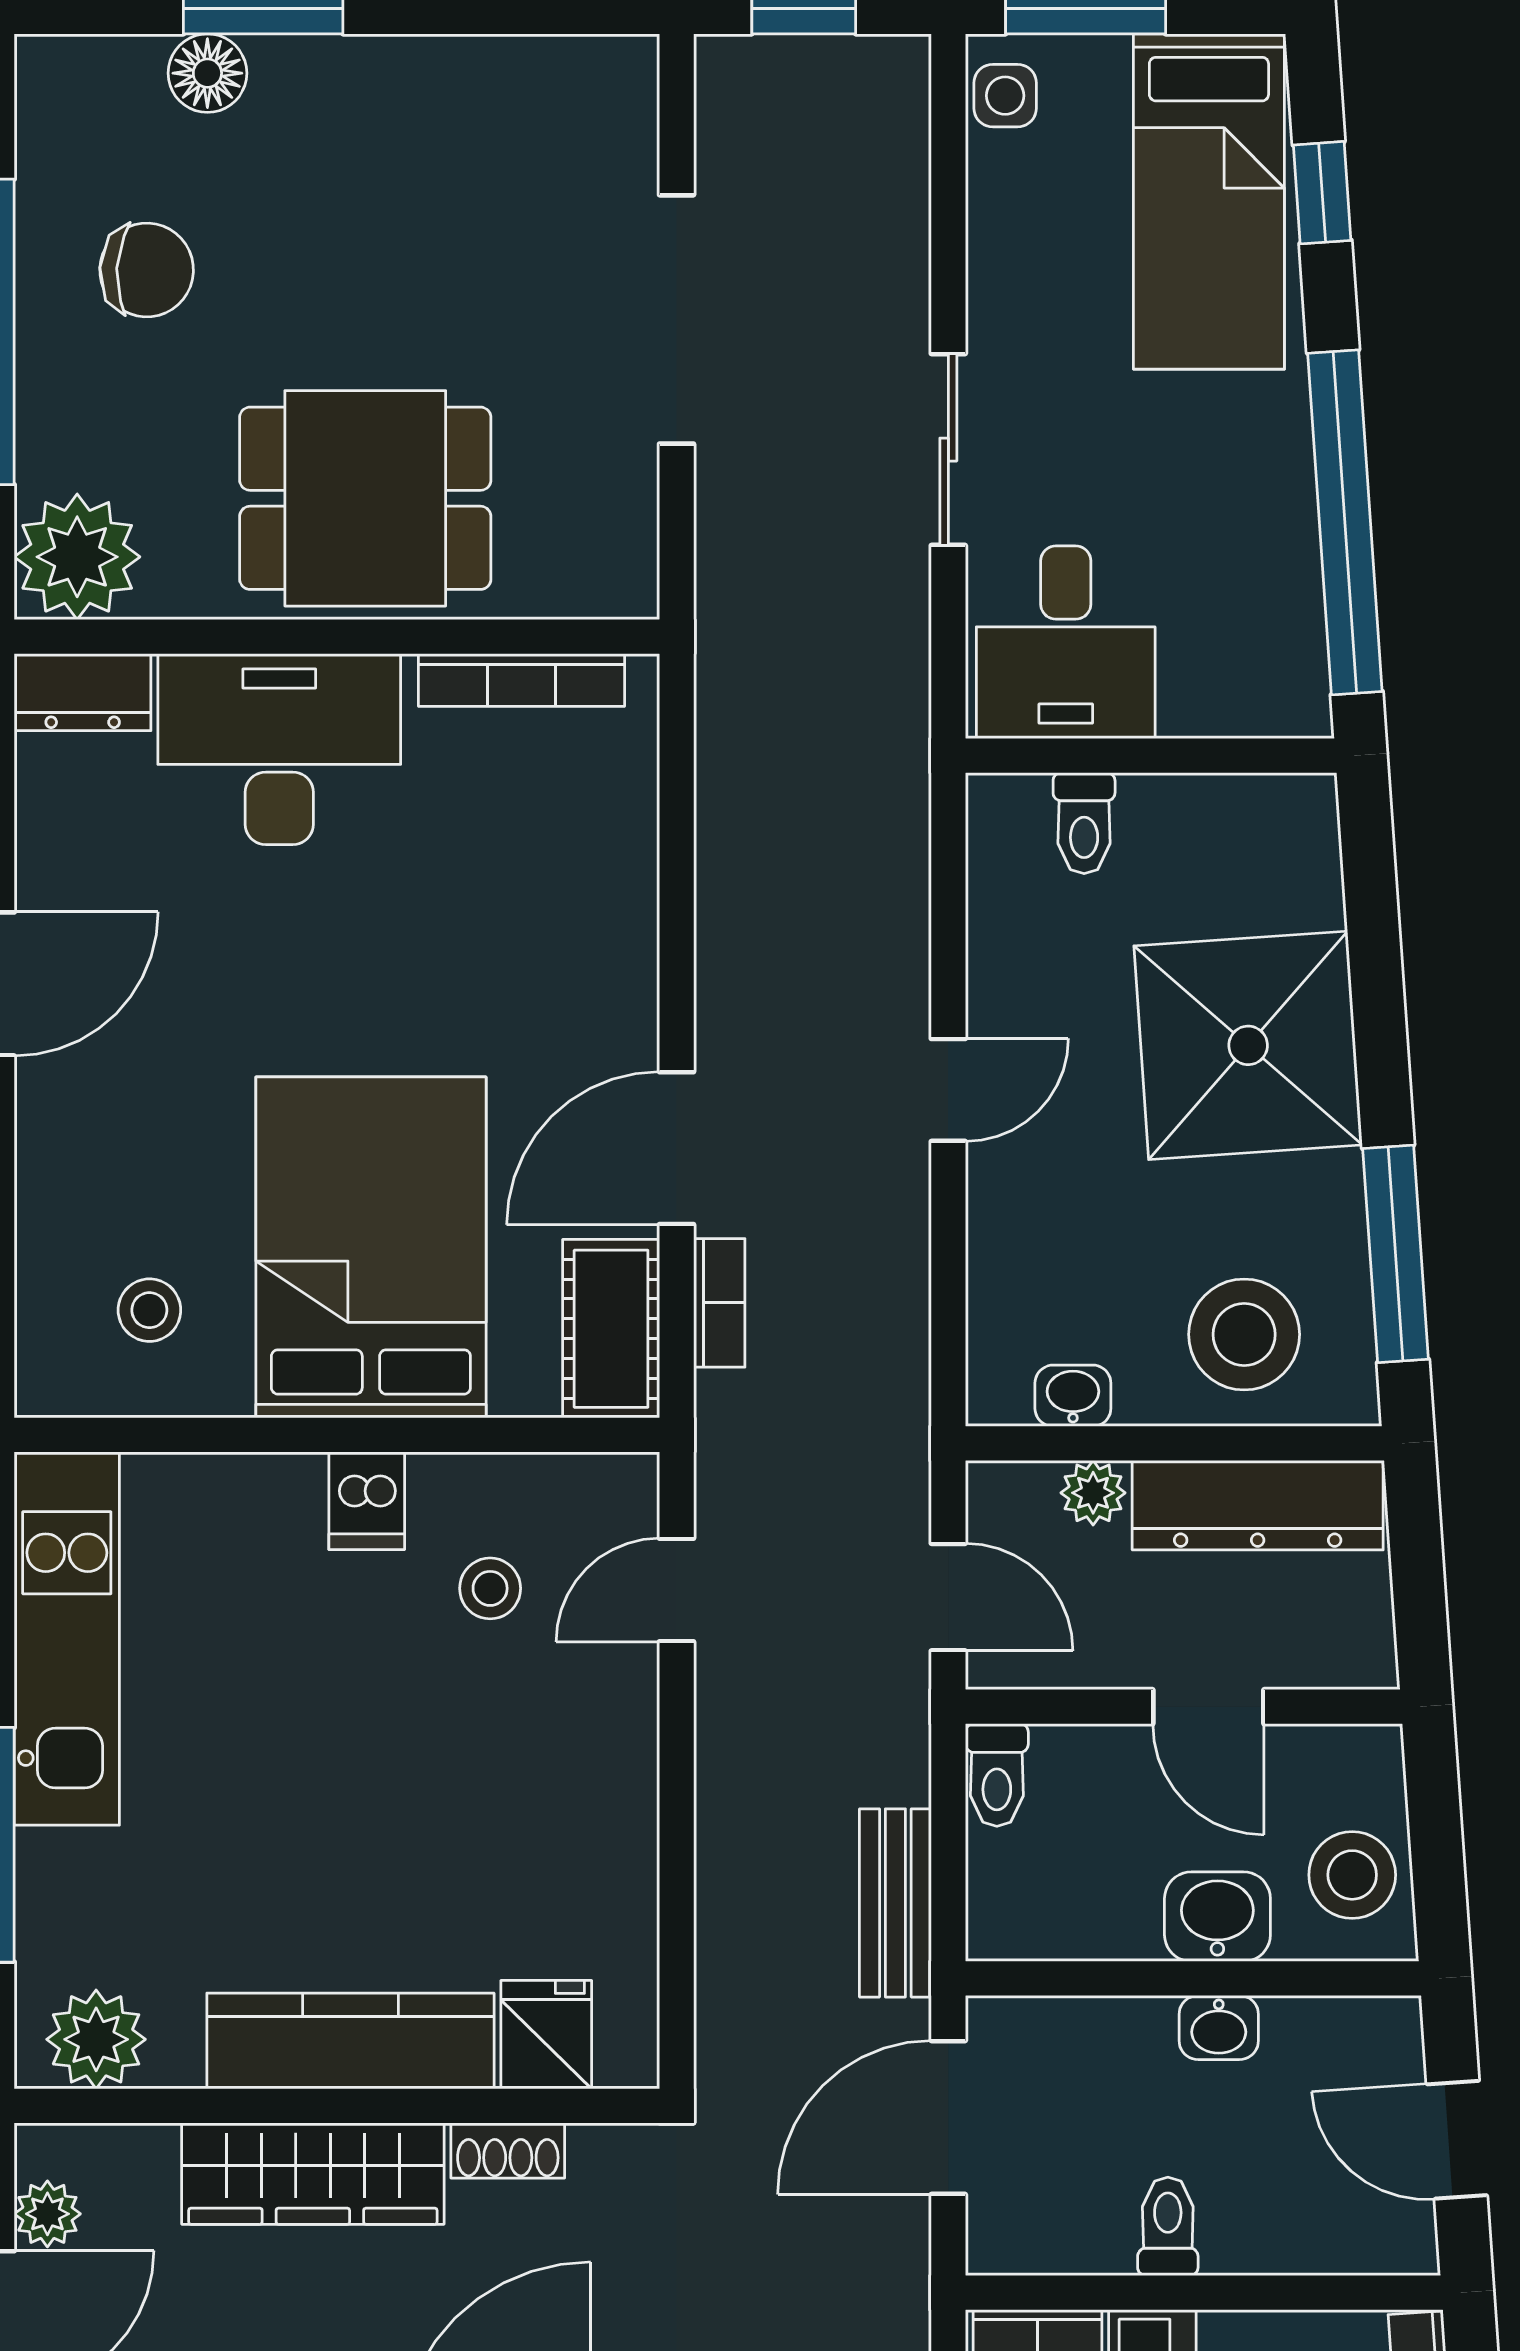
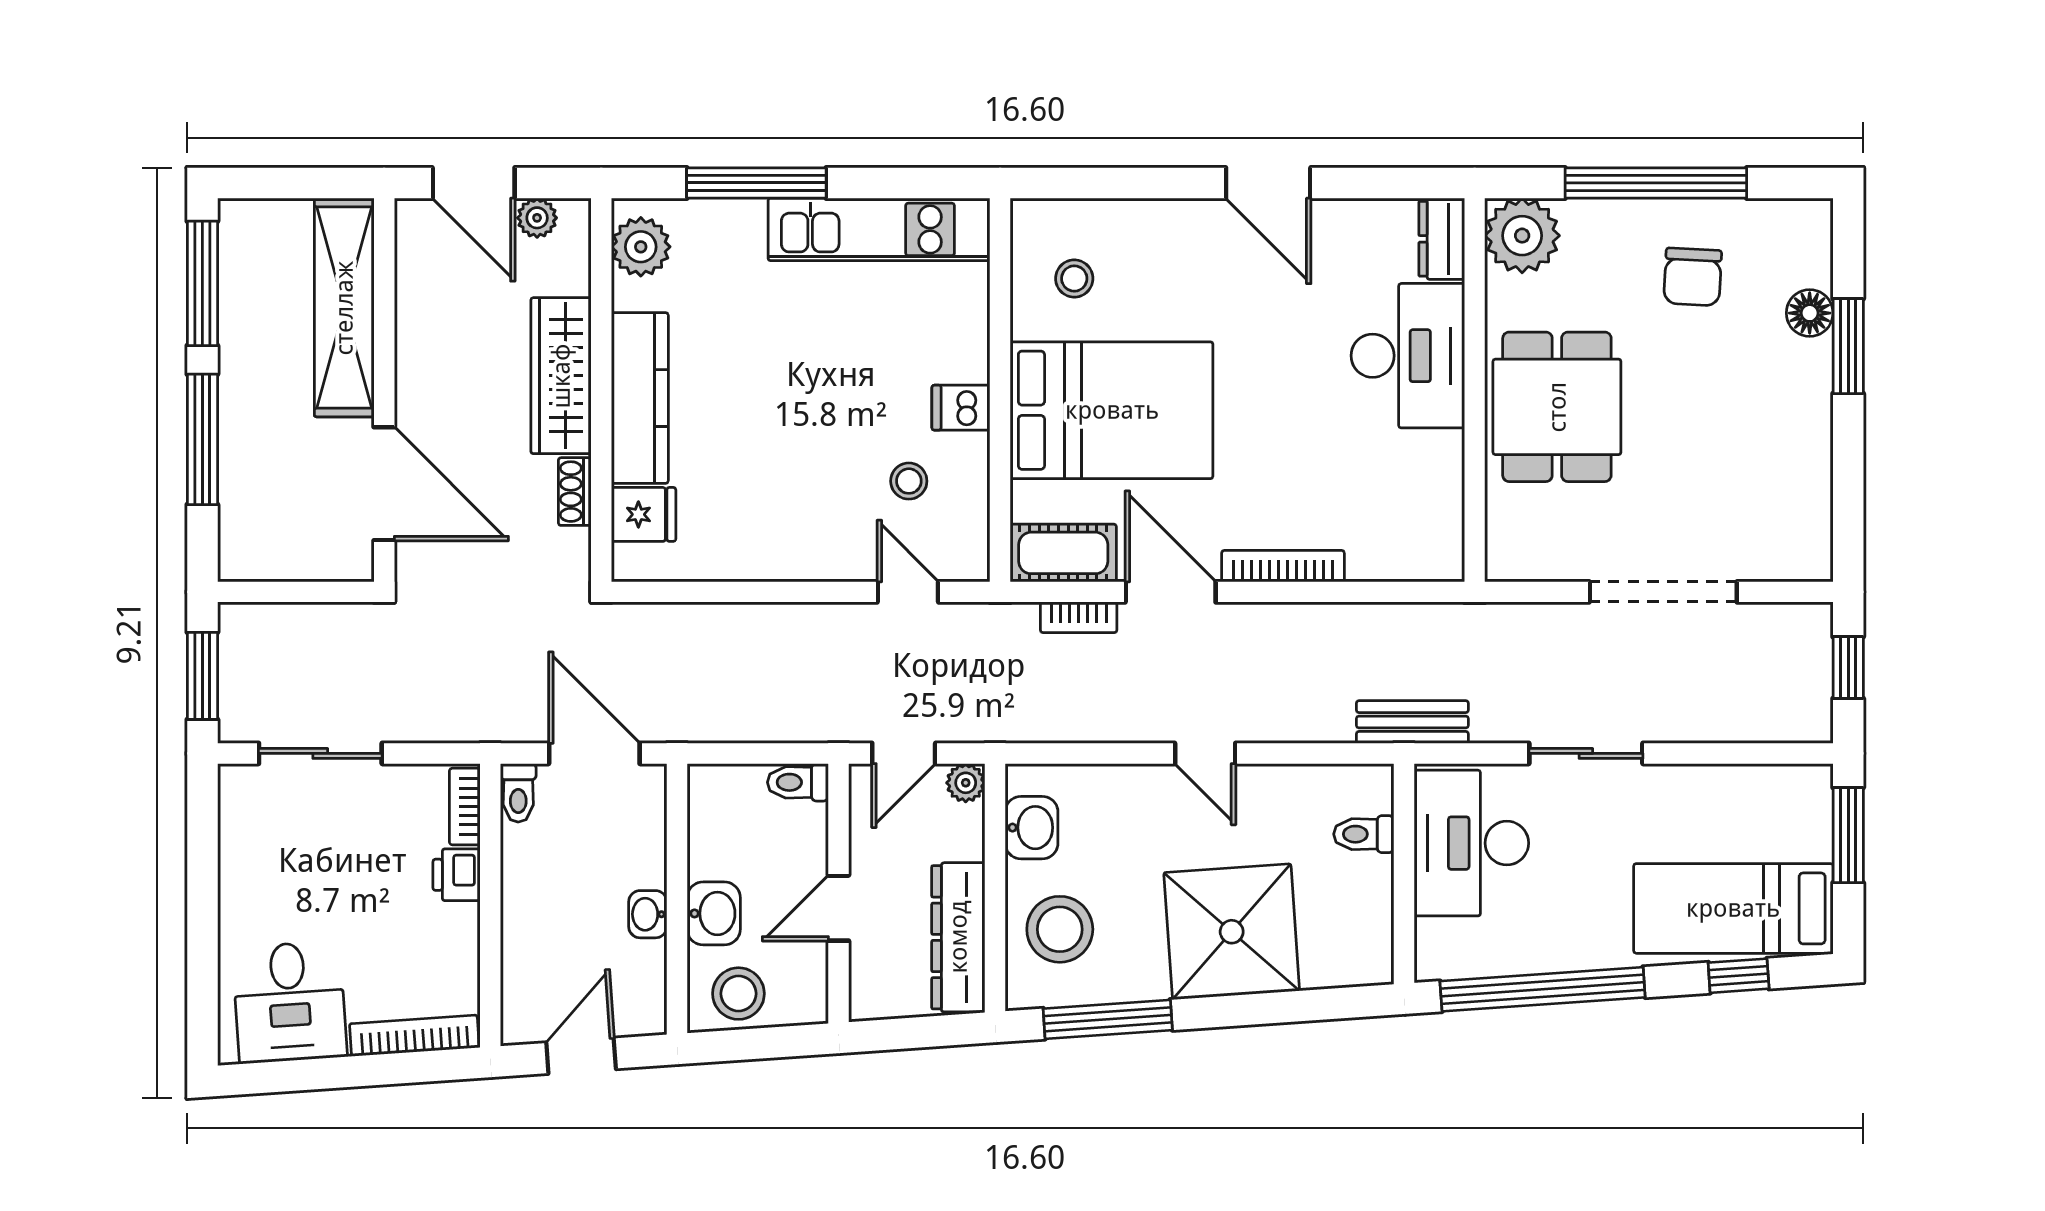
side table: (1005, 96) -> (1796, 787), removed
desk: (1066, 642) -> (1471, 843), width x1.37
bookcase: (522, 680) -> (1283, 566), moved, turned 90
washbasin: (1073, 1396) -> (1032, 828), width x1.38, depth x1.45
plant: (1093, 1493) -> (966, 783), moved
bench: (895, 1903) -> (1412, 722), moved
toilet: (1168, 2226) -> (518, 793), moved, turned 90

